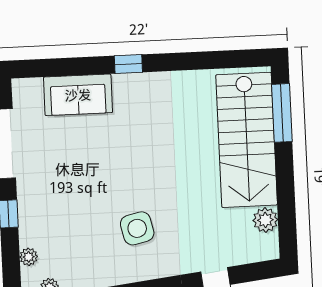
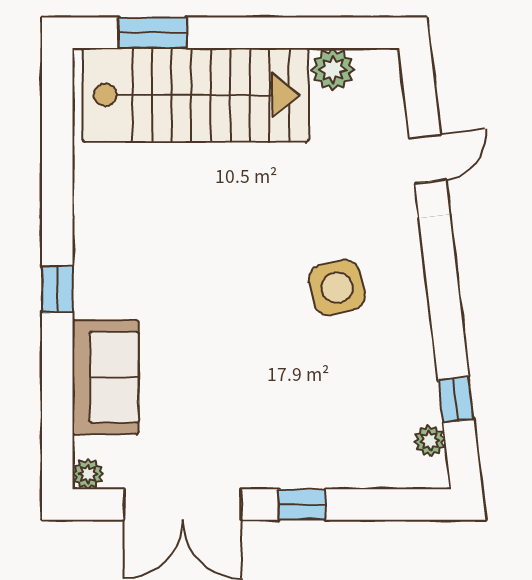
window: (282, 113) -> (153, 33), width x0.69
plant: (29, 257) -> (88, 474), moved

